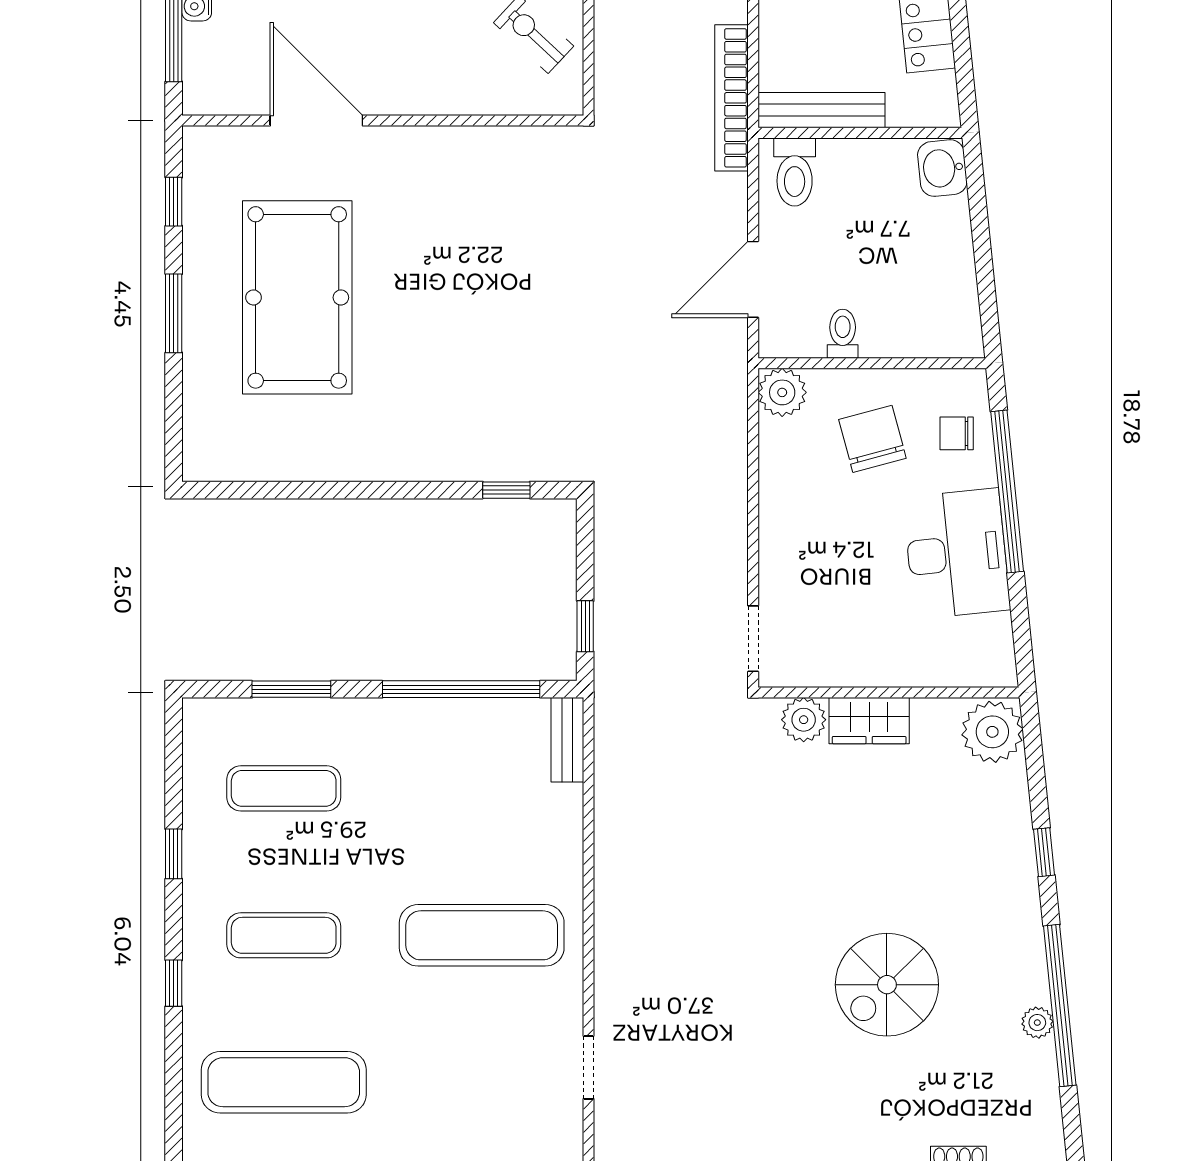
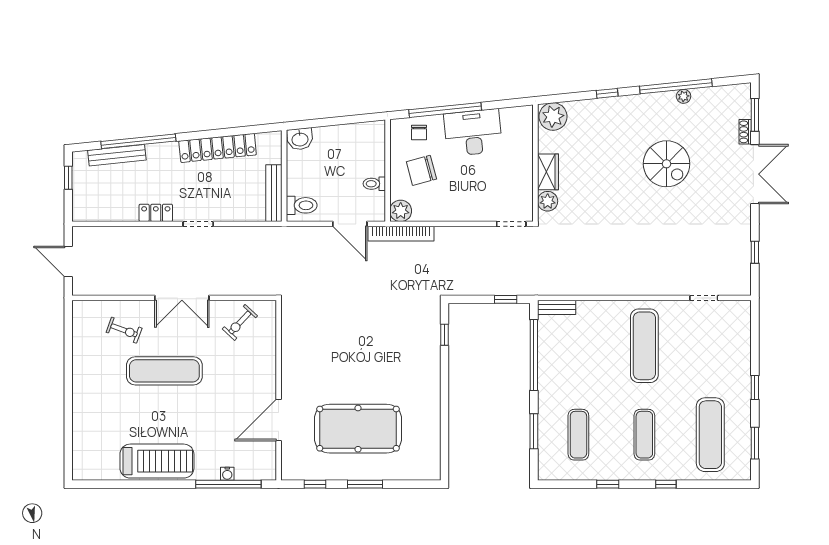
bookcase: (732, 98) -> (401, 234), moved

